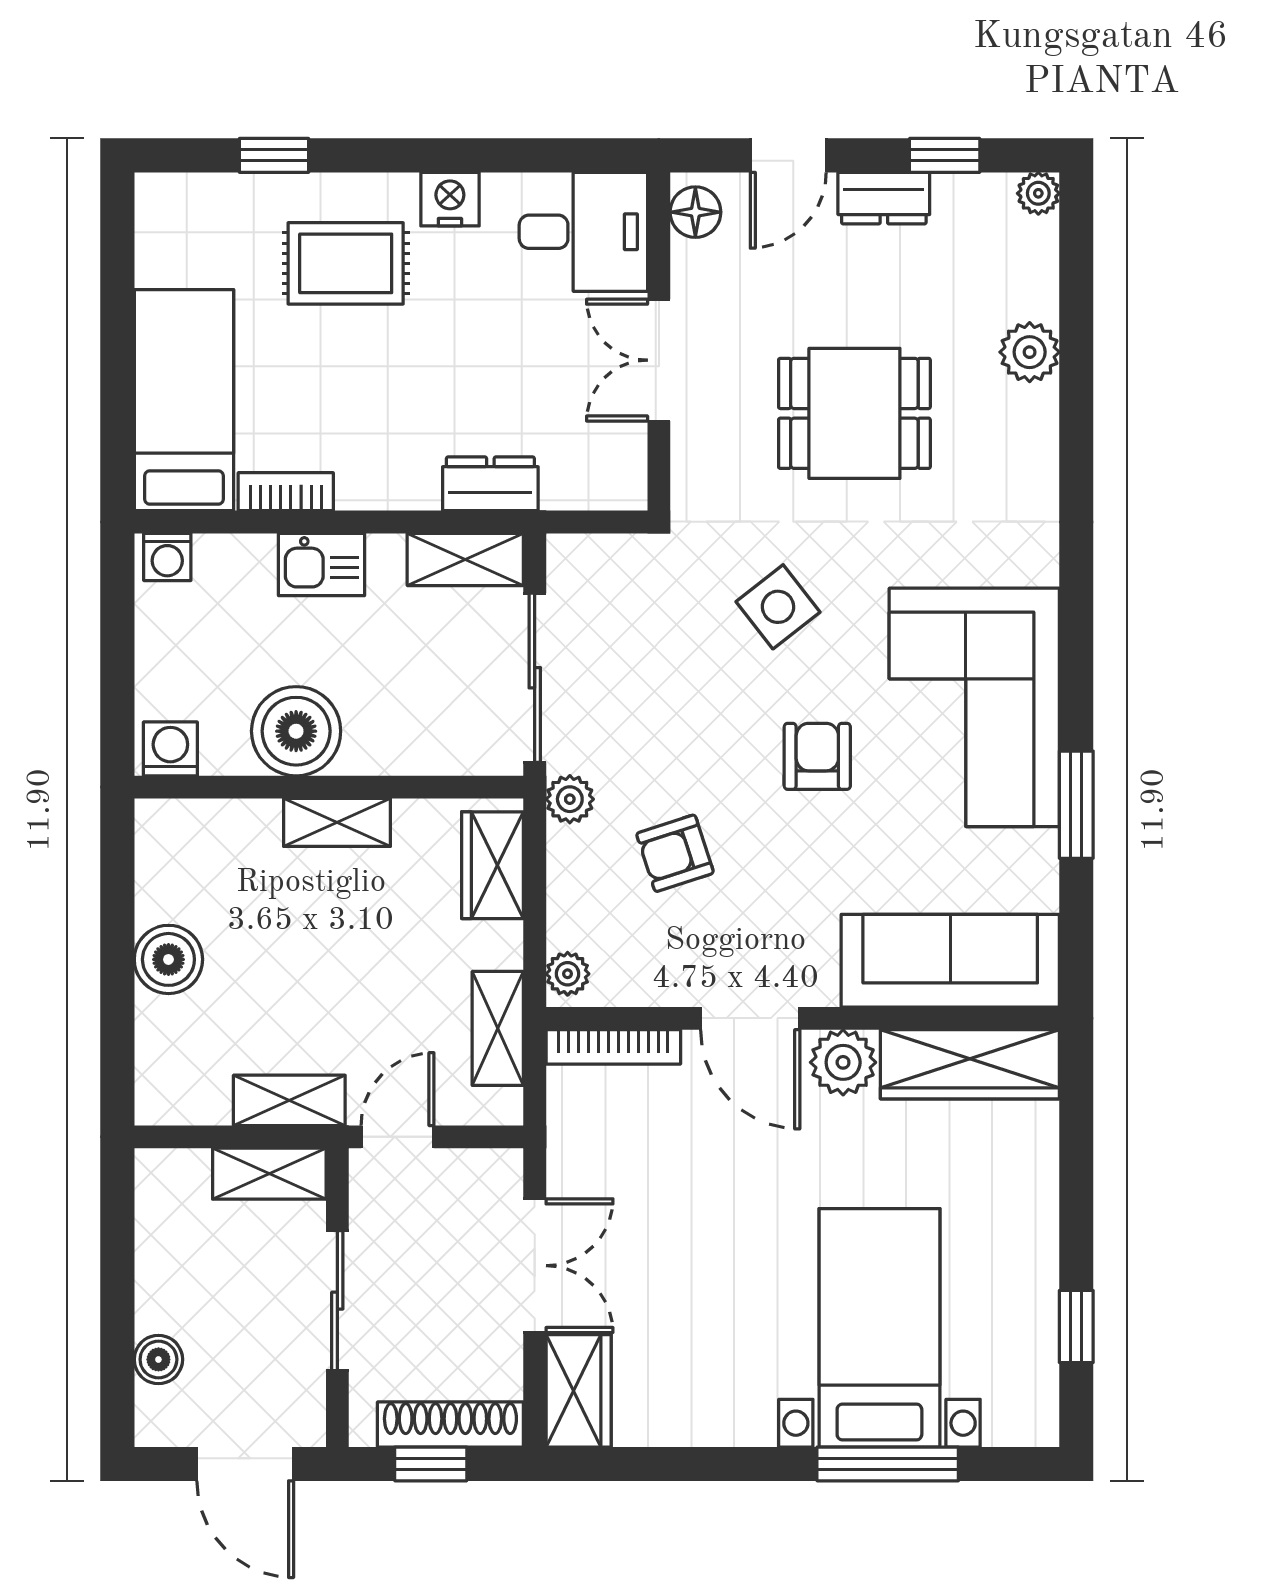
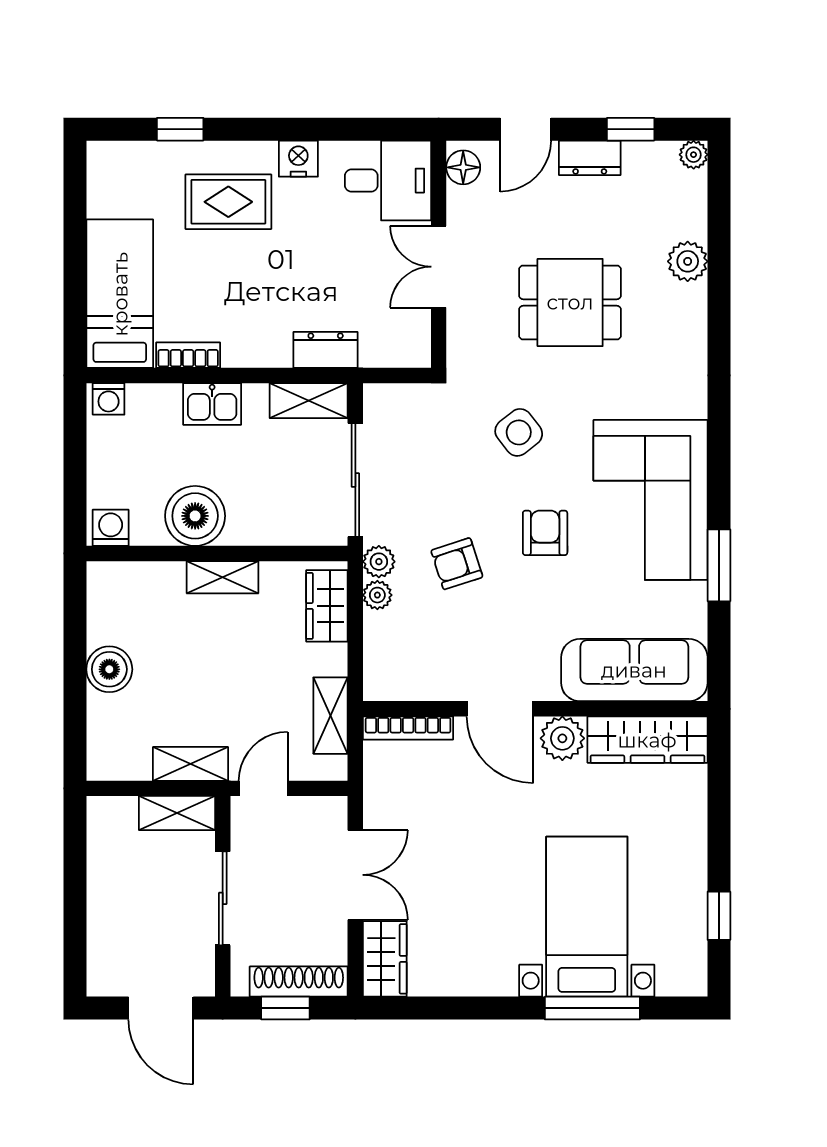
armchair: (675, 853) -> (457, 564), moved
plant: (568, 974) -> (377, 595), moved
boiler: (158, 1359) -> (103, 938), removed

